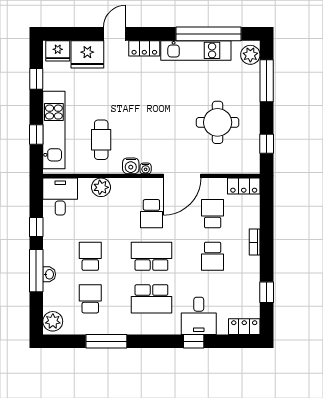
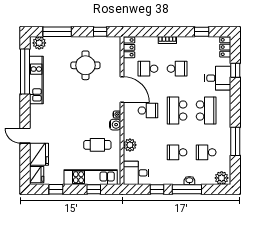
locker: (144, 48) -> (35, 115), removed
window: (194, 341) -> (235, 70), moved

